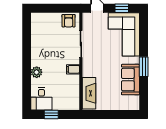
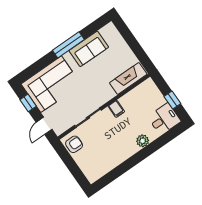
window: (144, 67) -> (68, 45), width x1.44

